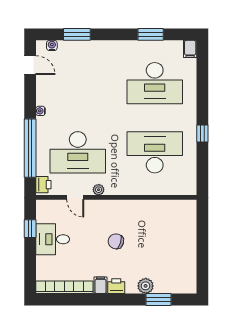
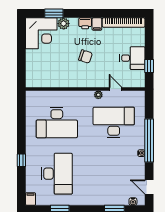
desk: (155, 83) -> (57, 174), turned 90
window: (202, 134) -> (21, 160), moved
window: (30, 148) -> (149, 141), moved
printer: (43, 185) -> (139, 99), removed
corner desk: (176, 273) -> (41, 33), added

